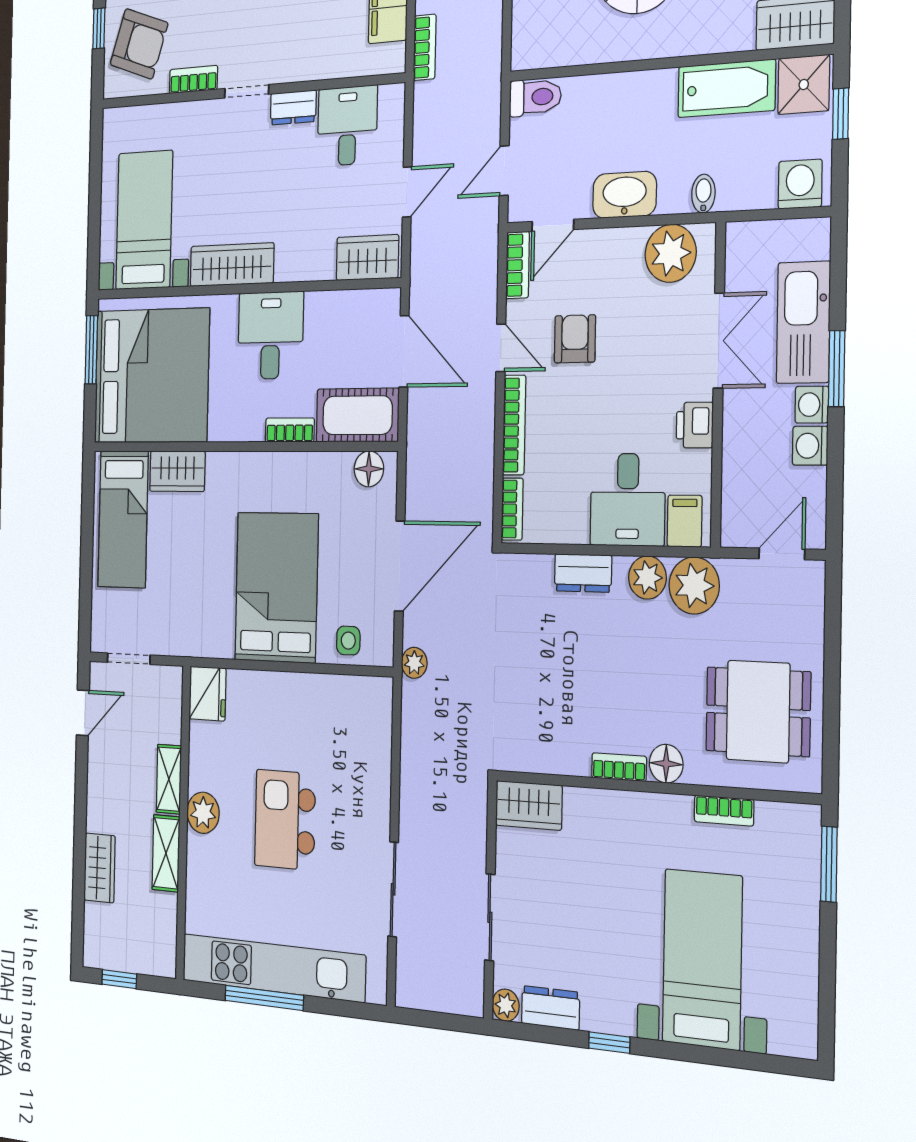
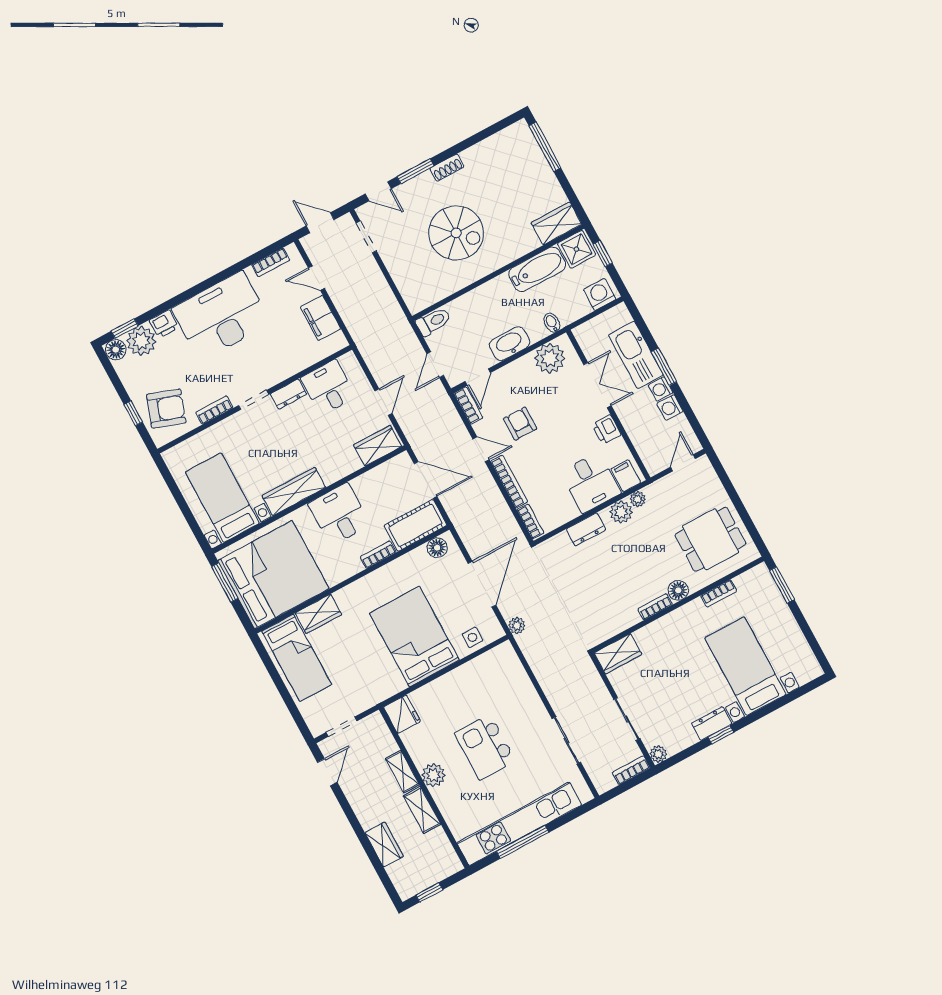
bookcase: (425, 47) -> (631, 770), moved, turned -90
plant: (694, 586) -> (638, 499), width x0.53, depth x0.53
dresser: (550, 1008) -> (712, 723), moved

